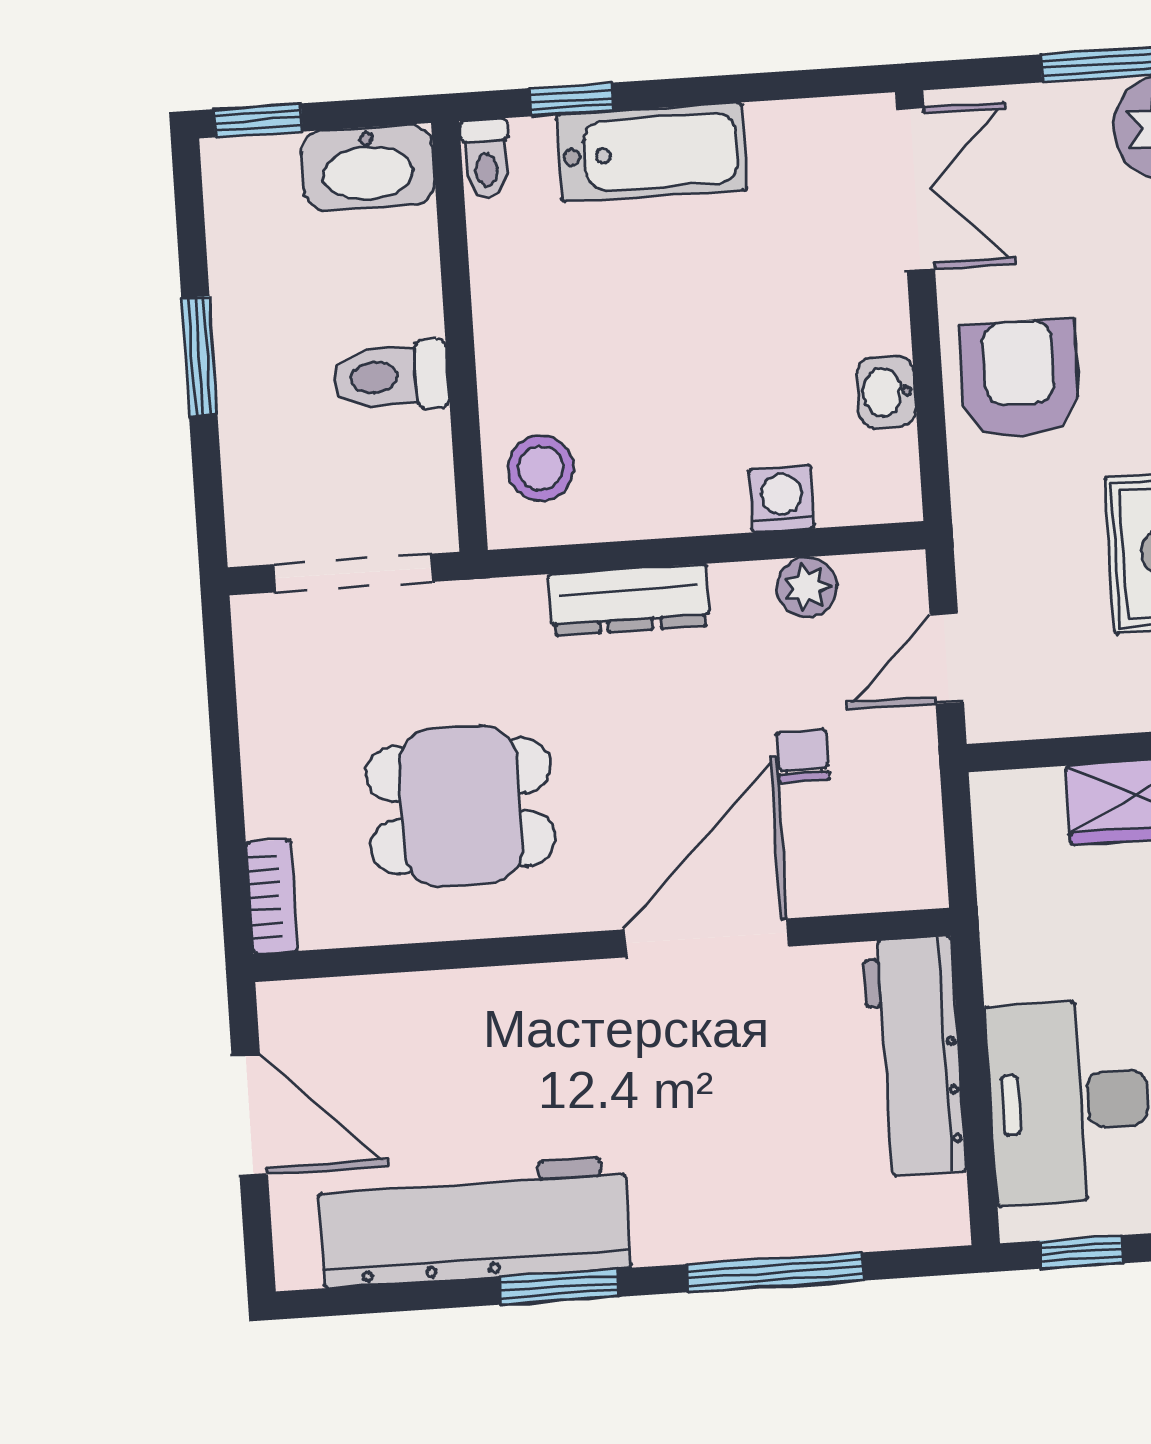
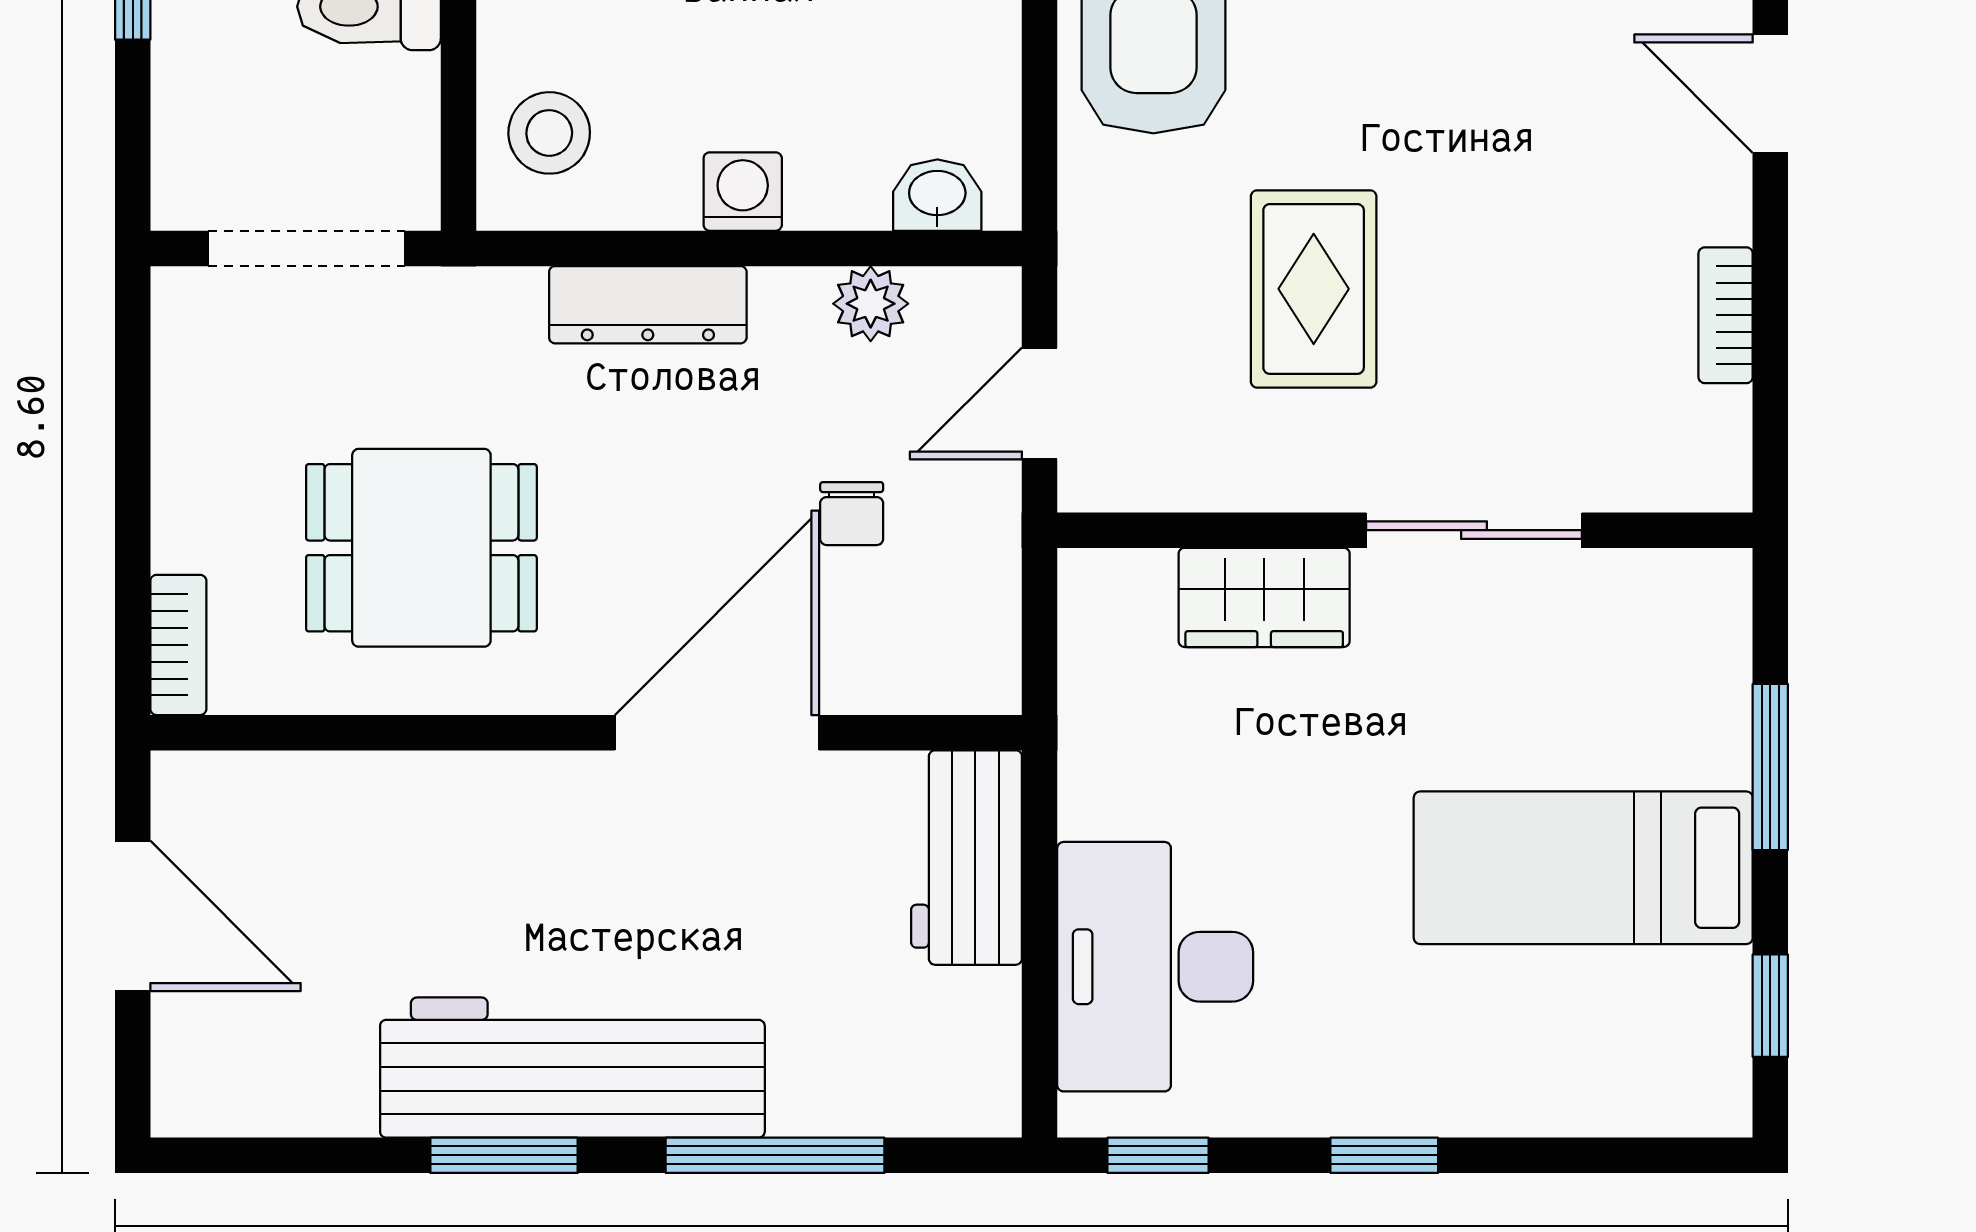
washbasin: (886, 392) -> (937, 195), moved, turned 90
washing machine: (782, 499) -> (743, 192), moved
chair: (803, 756) -> (852, 514), turned 180
workbench: (915, 1056) -> (967, 858), width x0.73
workbench: (474, 1222) -> (572, 1068), moved

